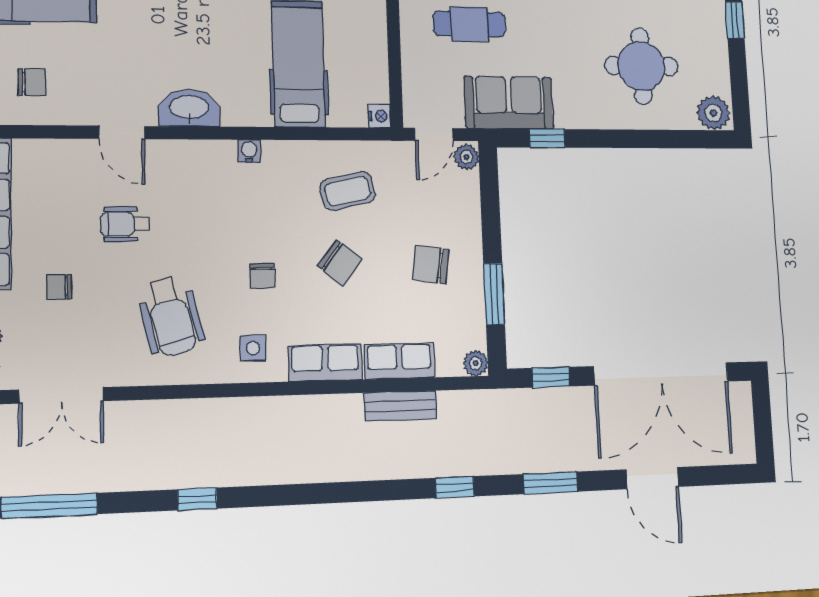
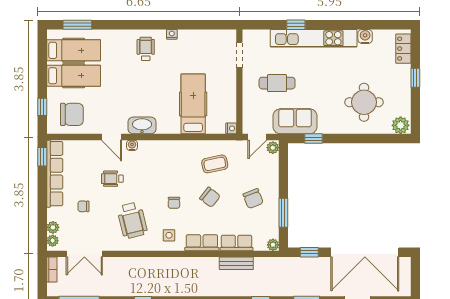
chair: (32, 82) -> (72, 114), width x1.87, depth x1.87
water cooler: (249, 151) -> (132, 145), moved
chair: (431, 264) -> (253, 199), turned -119

